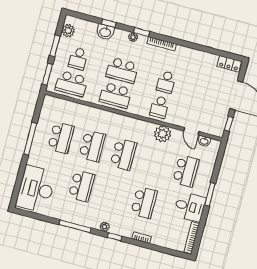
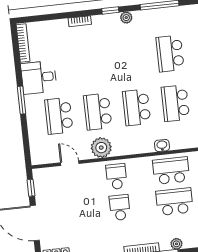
washbasin: (204, 141) -> (162, 145), moved
school desk: (144, 203) -> (98, 112), moved

